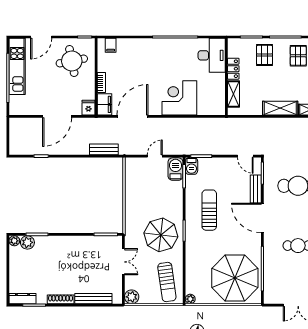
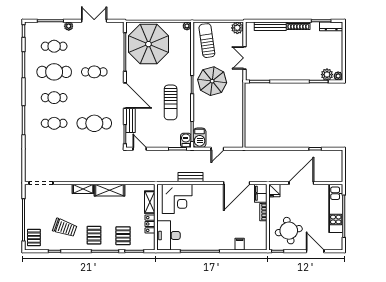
door: (41, 37) -> (315, 251), hinge flipped
filing cabinet: (111, 45) -> (240, 244), moved
kitchen unit: (17, 66) -> (336, 208), moved
corner desk: (179, 98) -> (177, 199), moved
bench: (104, 149) -> (190, 177), moved

